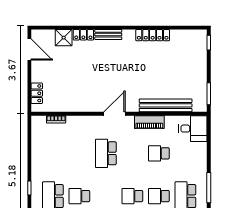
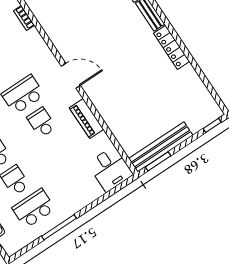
locker: (153, 35) -> (172, 47), moved
bench: (166, 105) -> (161, 147), moved, turned 90
school desk: (159, 153) -> (42, 122), moved

